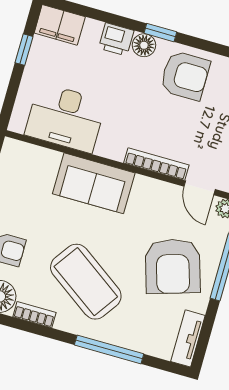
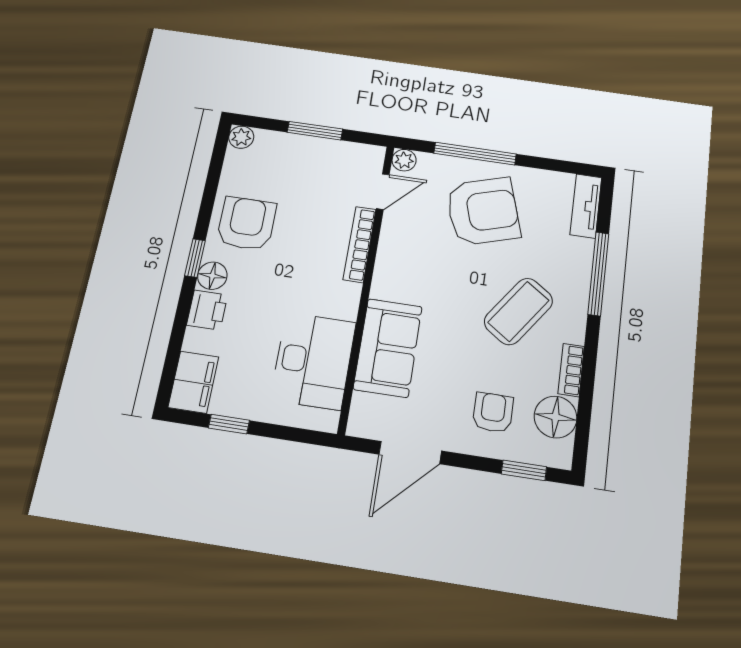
sofa: (94, 183) -> (388, 348), moved
coffee table: (86, 282) -> (518, 311), width x0.73, depth x0.76
tv unit: (188, 338) -> (586, 206), moved, turned 90

